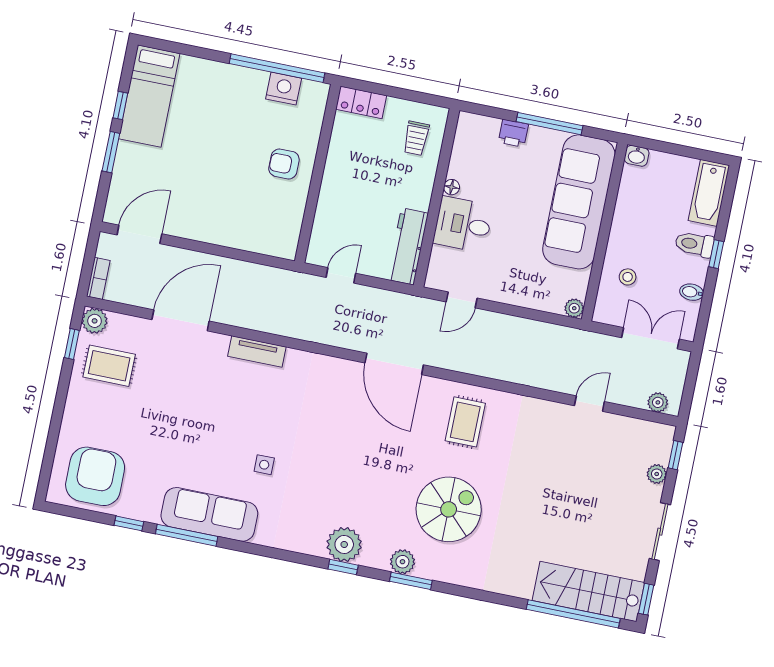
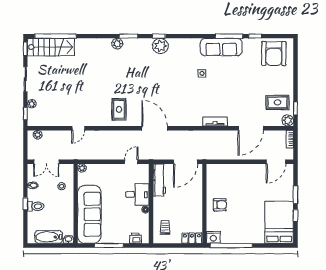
nightstand: (284, 89) -> (213, 237), moved
bed: (149, 96) -> (279, 222), width x1.50
printer: (513, 133) -> (135, 238), moved
bathtub: (709, 193) -> (49, 237), moved, turned -90
door: (341, 275) -> (185, 162), width x1.88
door: (589, 404) -> (78, 128), moved
spiral stairs: (449, 509) -> (118, 70), removed
plant: (402, 562) -> (117, 44), moved

